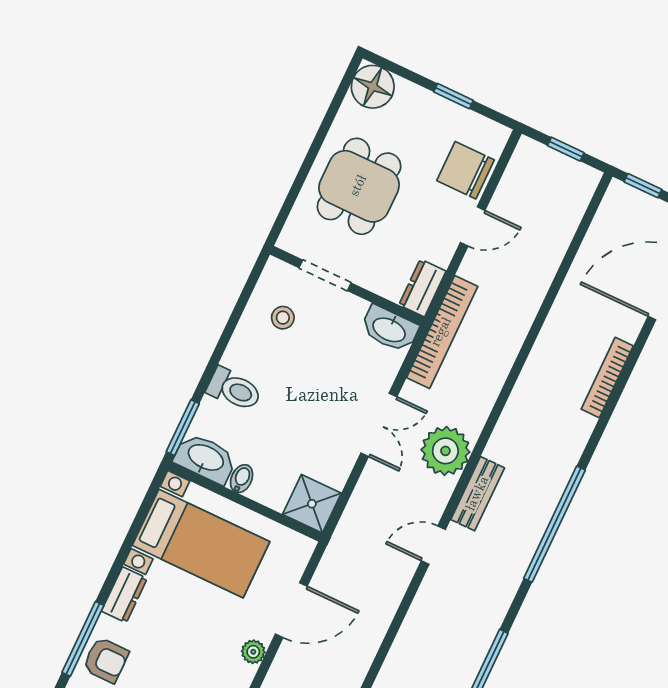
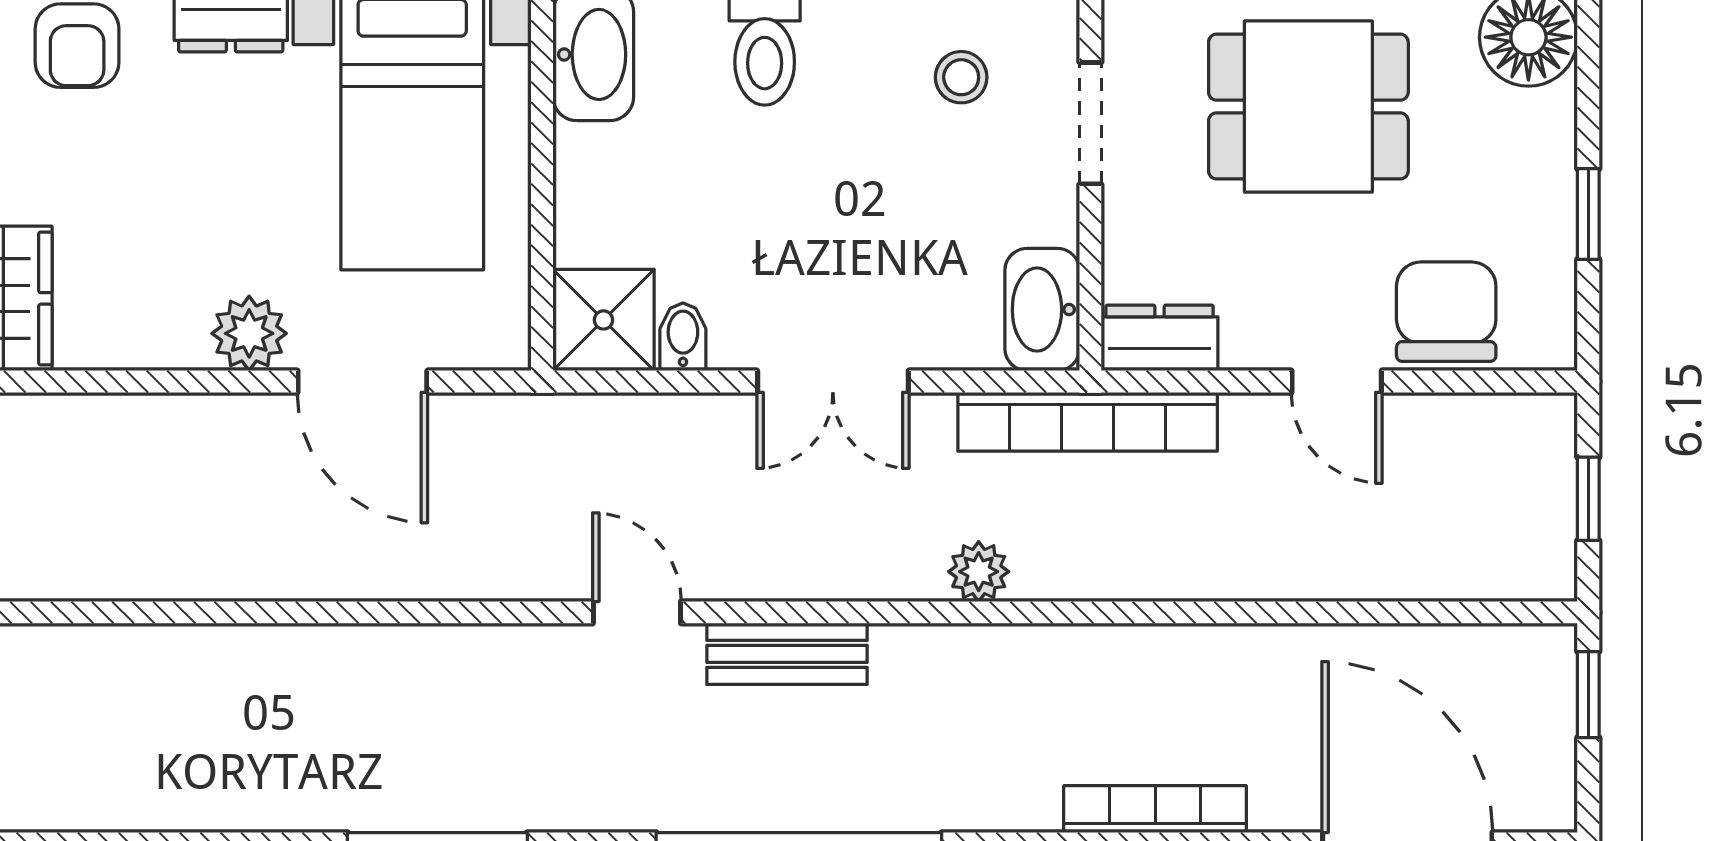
plant: (445, 451) -> (979, 572), moved, width x0.53, depth x0.53
bidet: (242, 479) -> (683, 337), moved, turned -90
plant: (253, 652) -> (249, 333), width x1.38, depth x1.38

